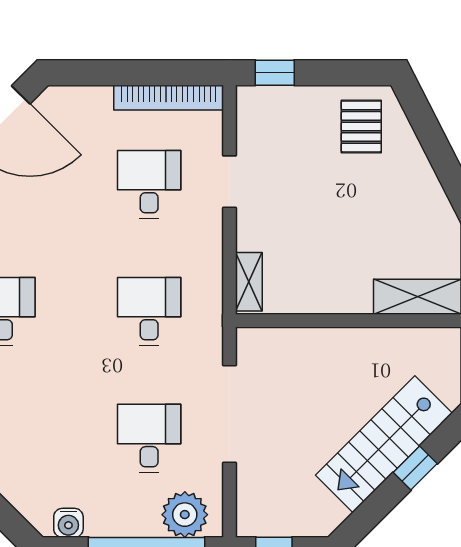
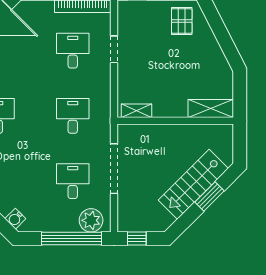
shelving: (249, 282) -> (136, 111), moved, turned 90
window: (415, 468) -> (209, 196), width x1.50
water cooler: (68, 523) -> (15, 219), moved, turned 45

